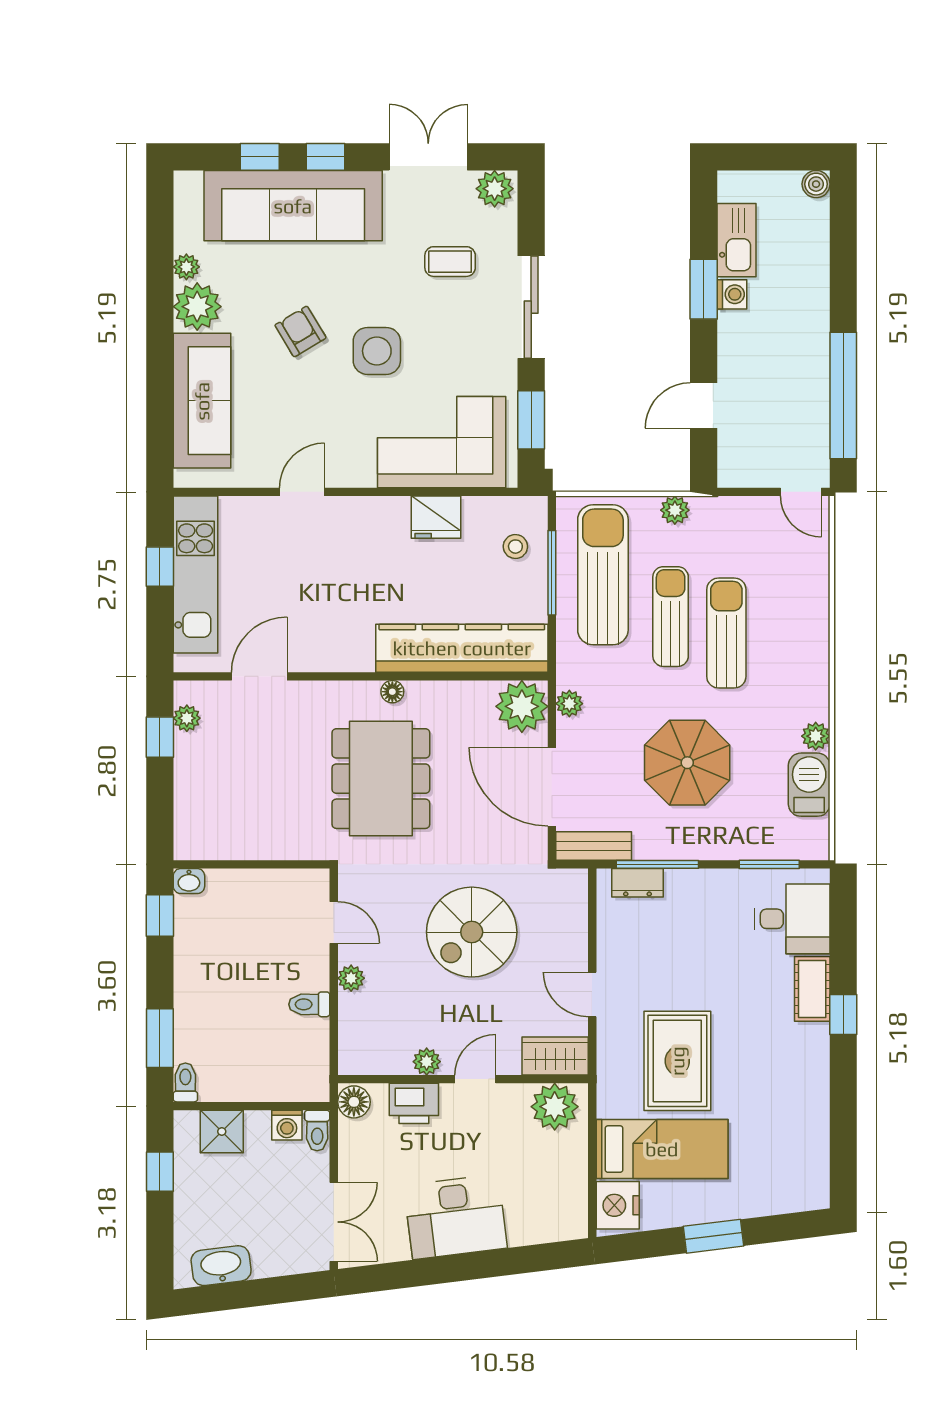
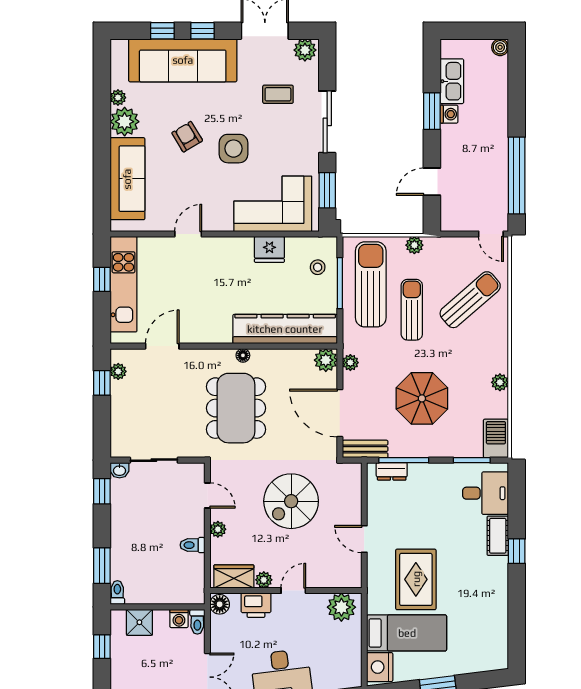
sun lounger: (726, 633) -> (470, 300), moved, turned 49
plant: (522, 706) -> (326, 360), width x0.73, depth x0.73
barbecue: (809, 785) -> (496, 438), moved
sliding door: (246, 864) -> (154, 460), added
wardrobe: (555, 1056) -> (234, 576), moved

